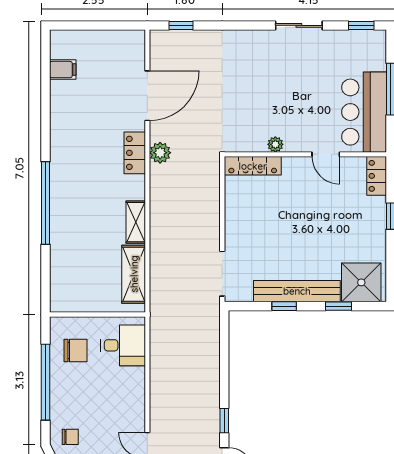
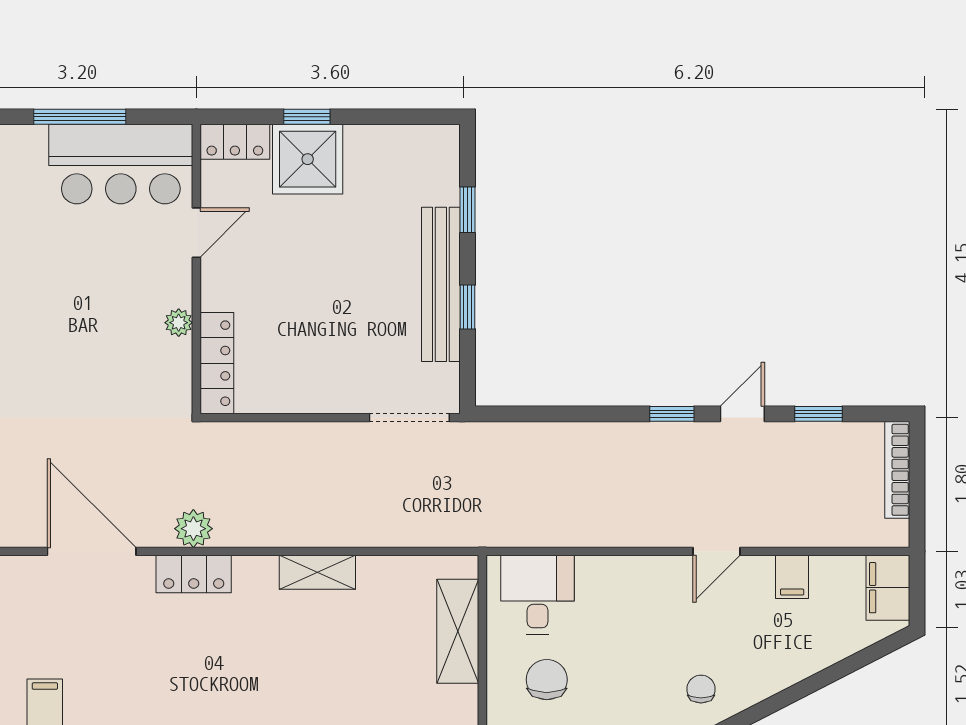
shelving: (134, 274) -> (458, 631), moved, turned 90
shower: (361, 282) -> (308, 159), moved

